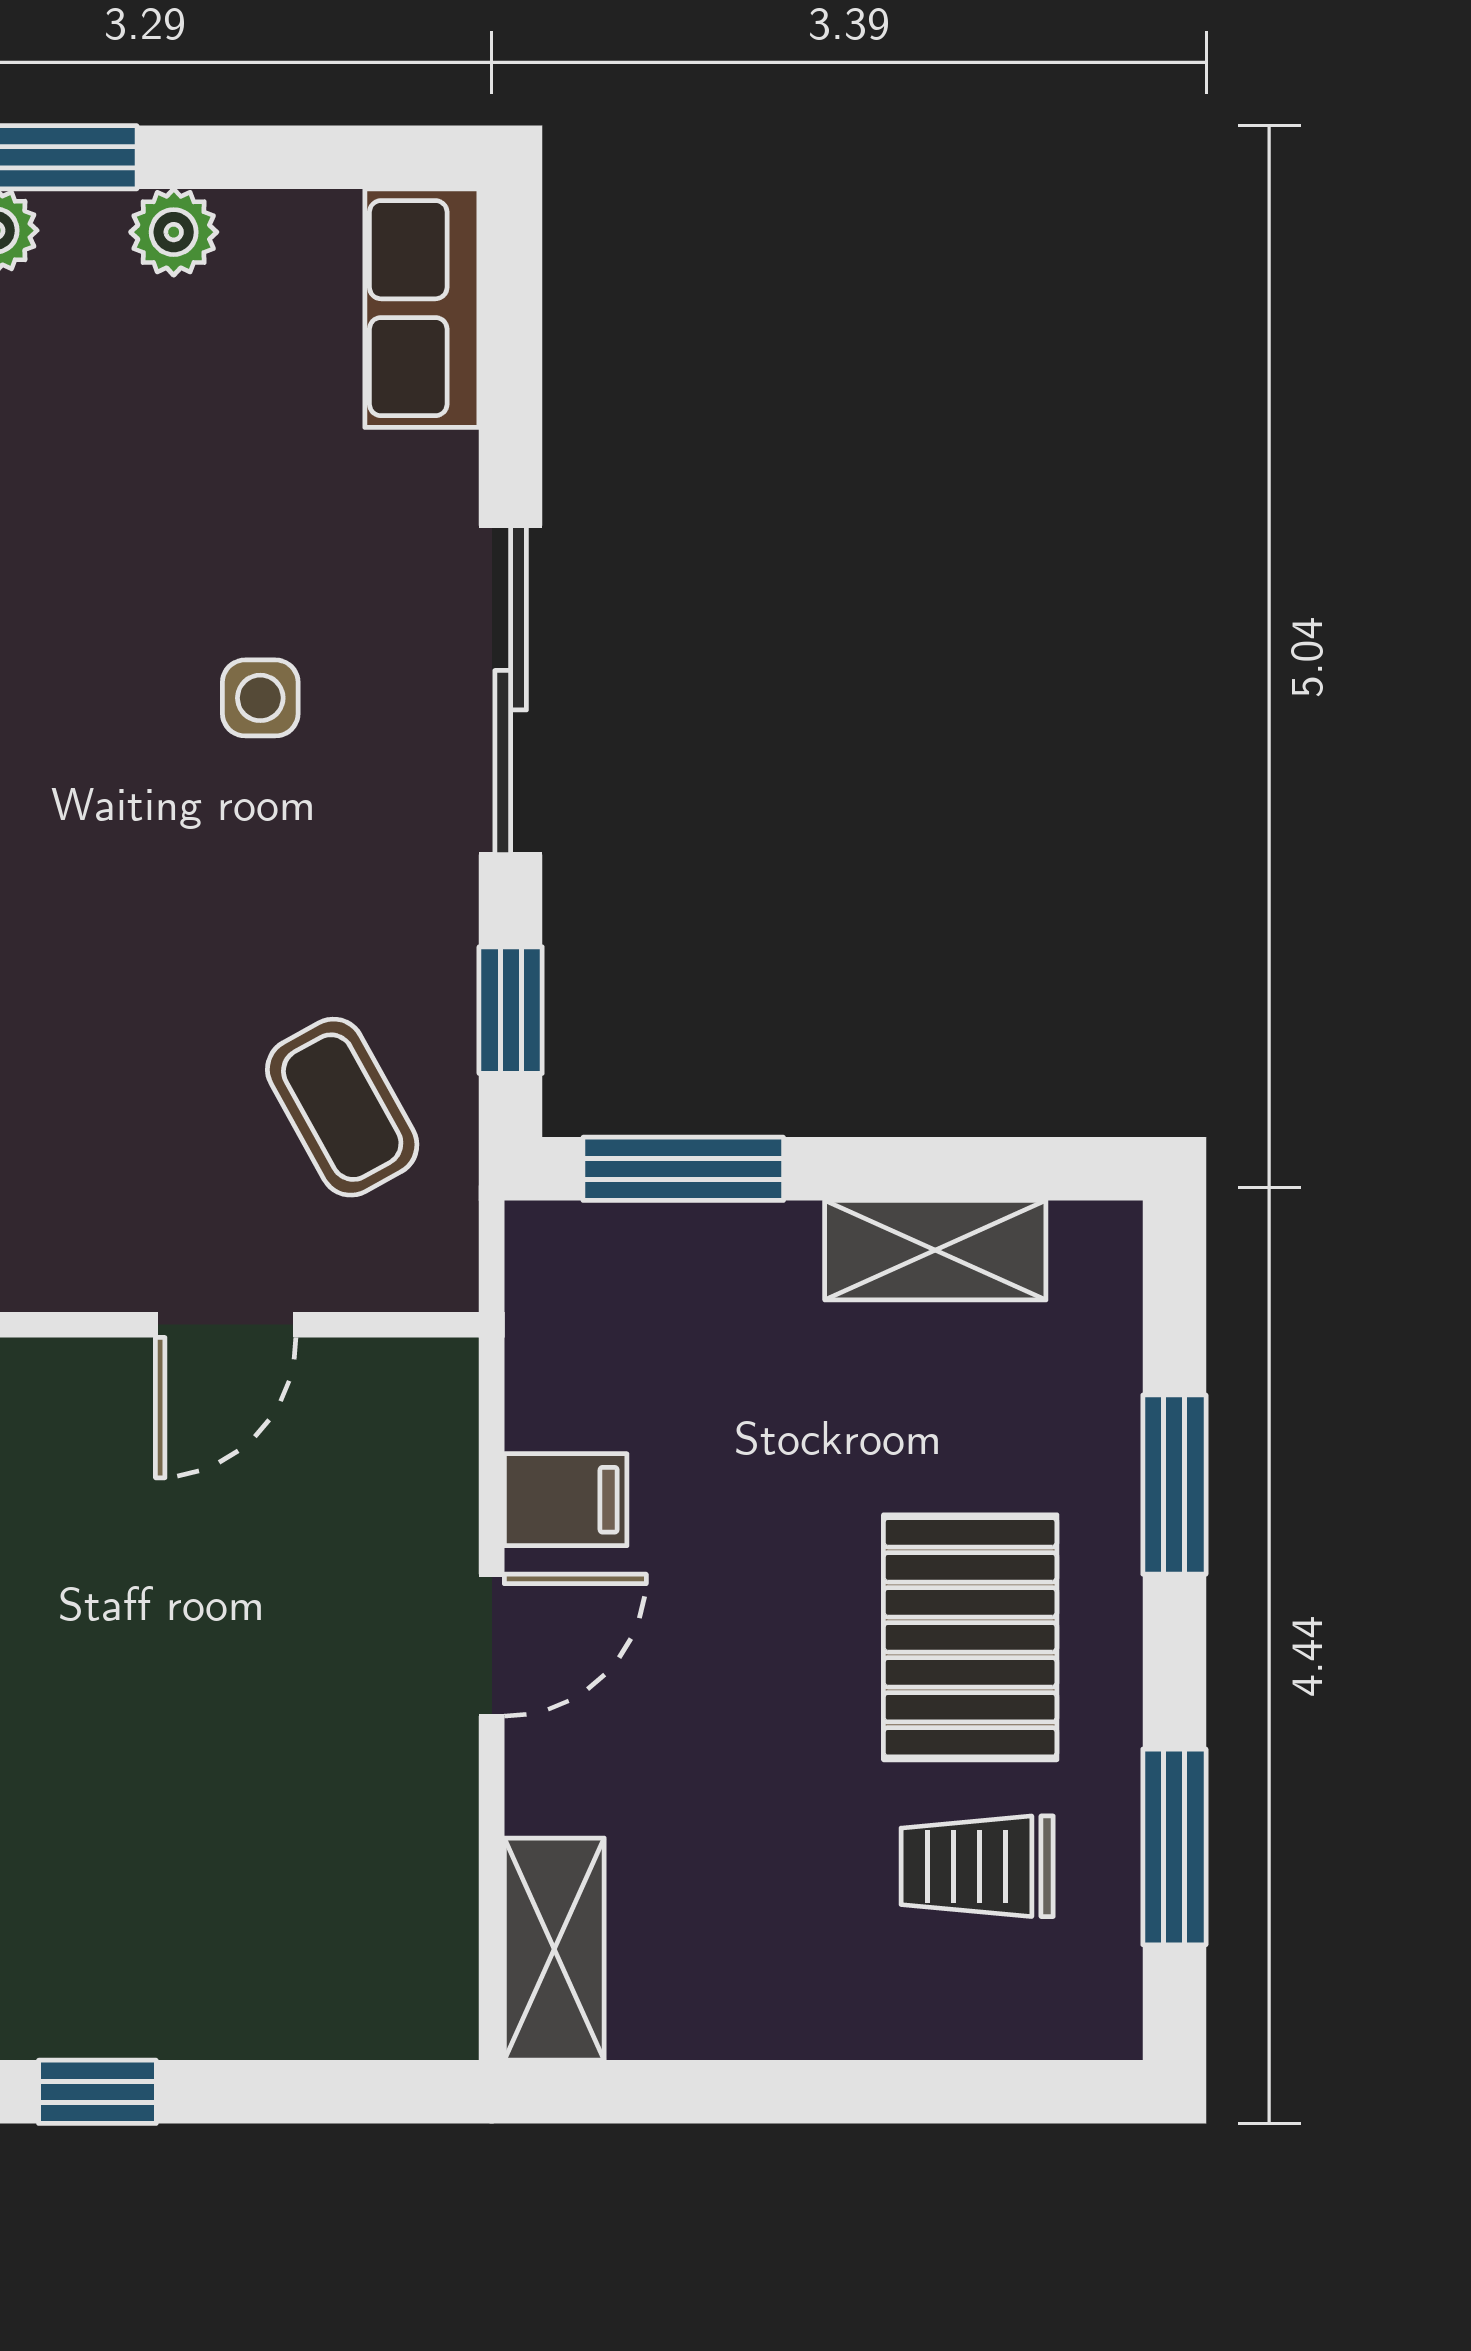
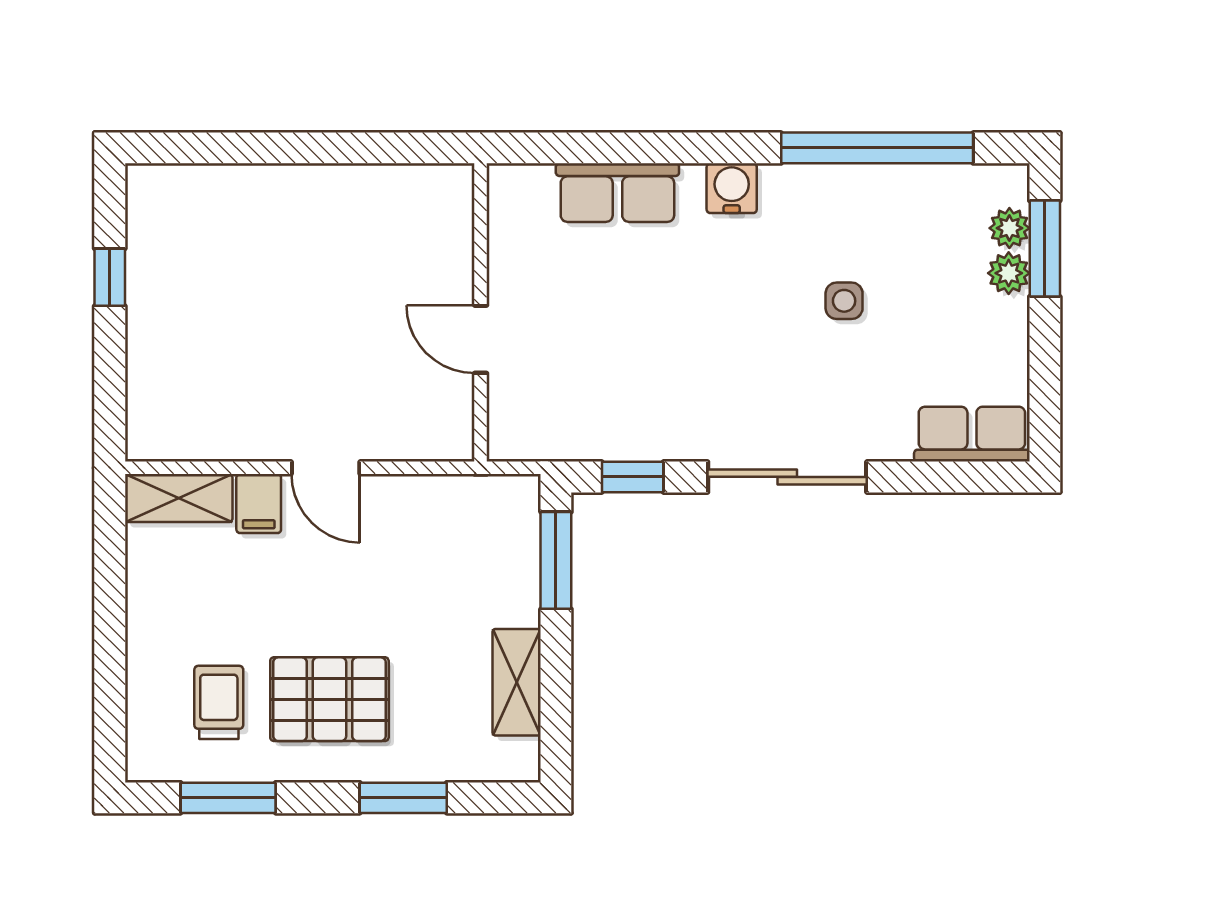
plant: (174, 232) -> (1009, 273), moved
side table: (260, 698) -> (844, 301), moved
coffee table: (342, 1107) -> (586, 396), removed
filing cabinet: (566, 1500) -> (259, 504), moved

